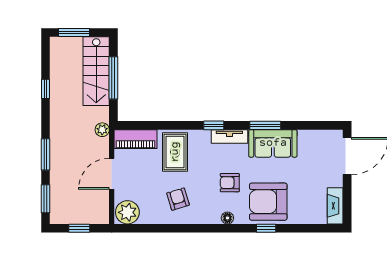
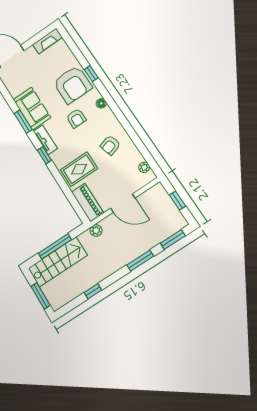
plant: (127, 212) -> (144, 167), width x0.53, depth x0.53

